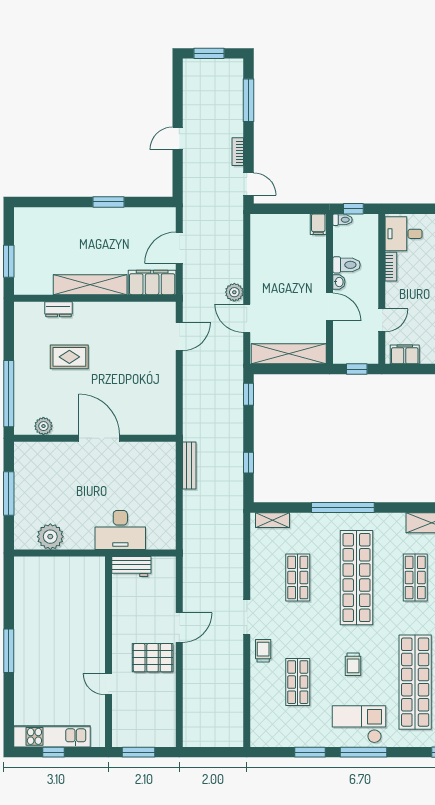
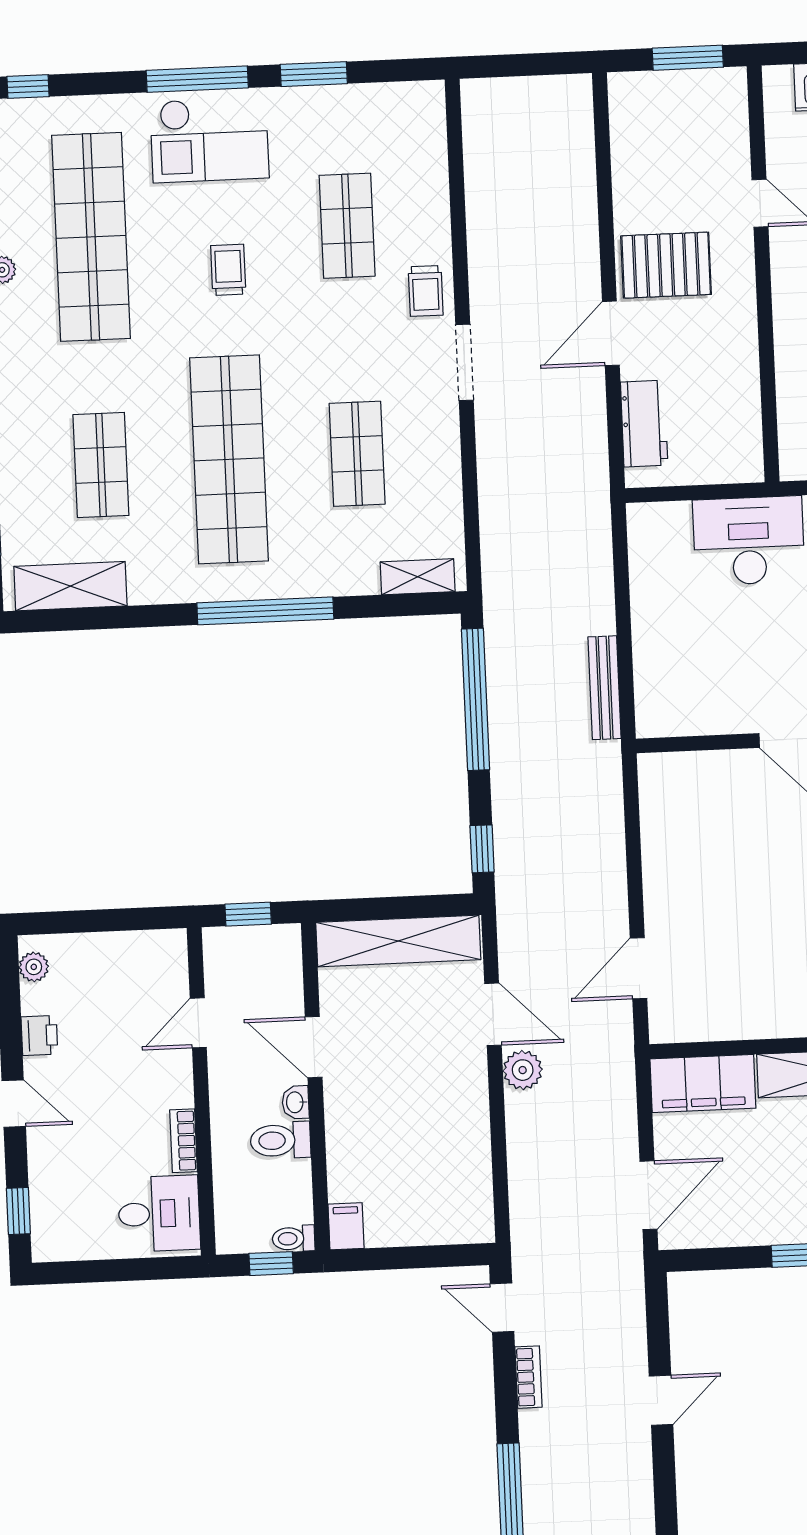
door: (179, 248) -> (648, 1195), moved
filing cabinet: (405, 354) -> (145, 951), removed
window: (248, 463) -> (476, 699), width x3.17
workbench: (131, 566) -> (644, 424), moved, turned 90

